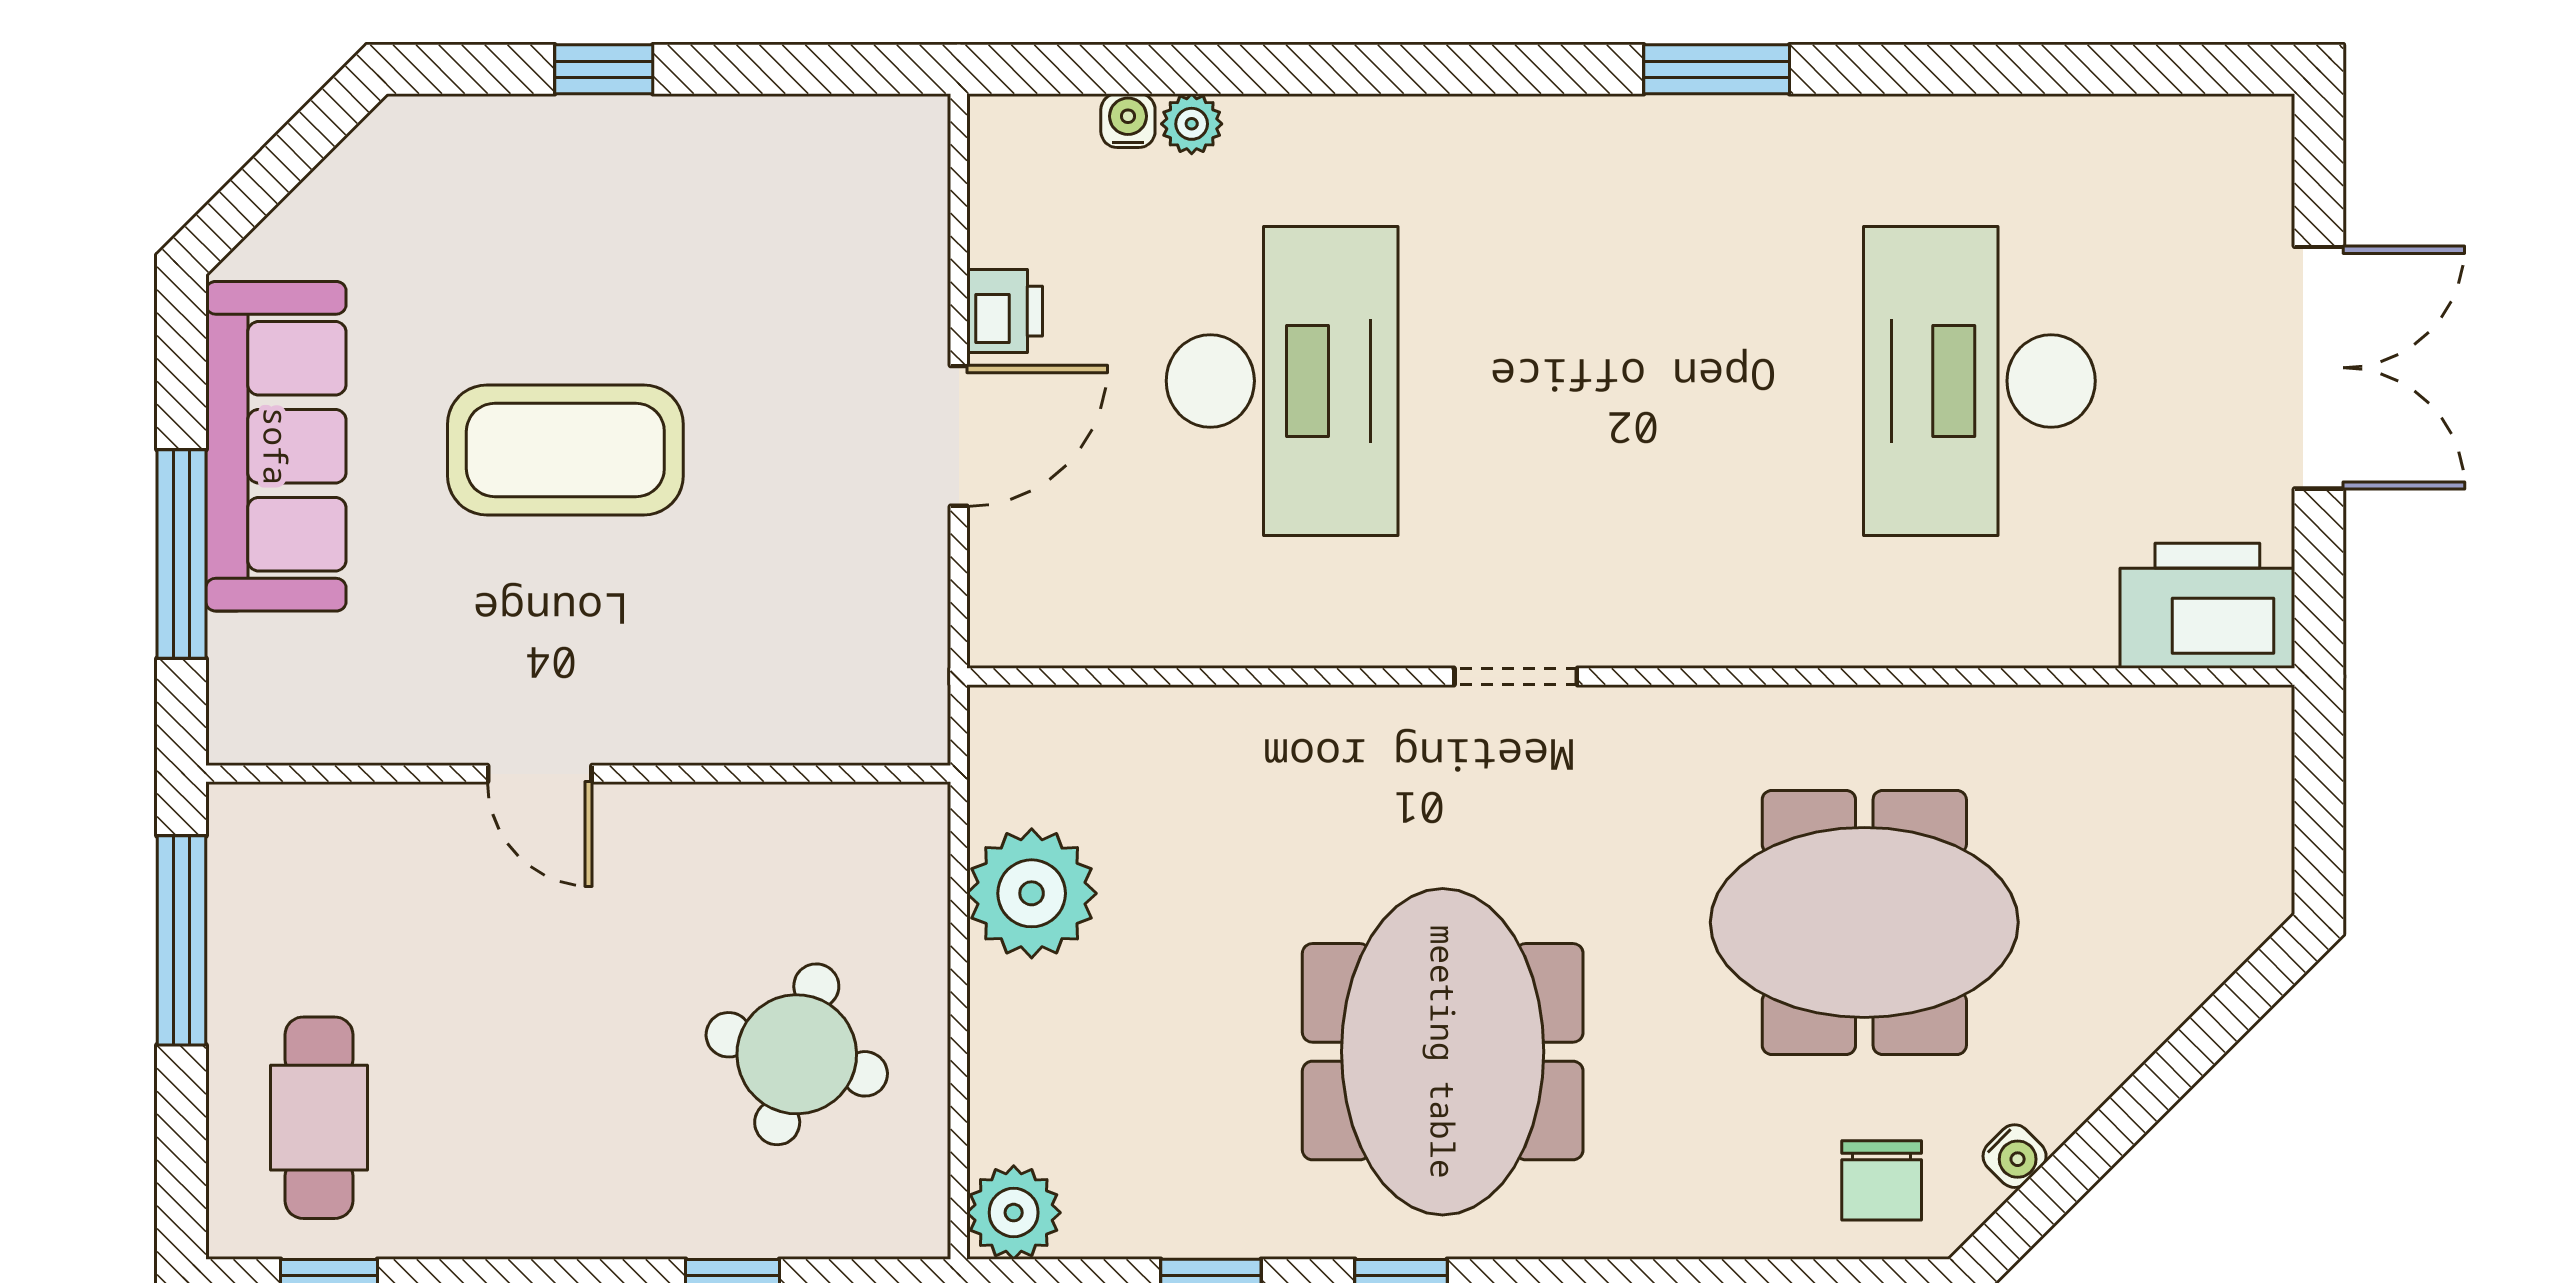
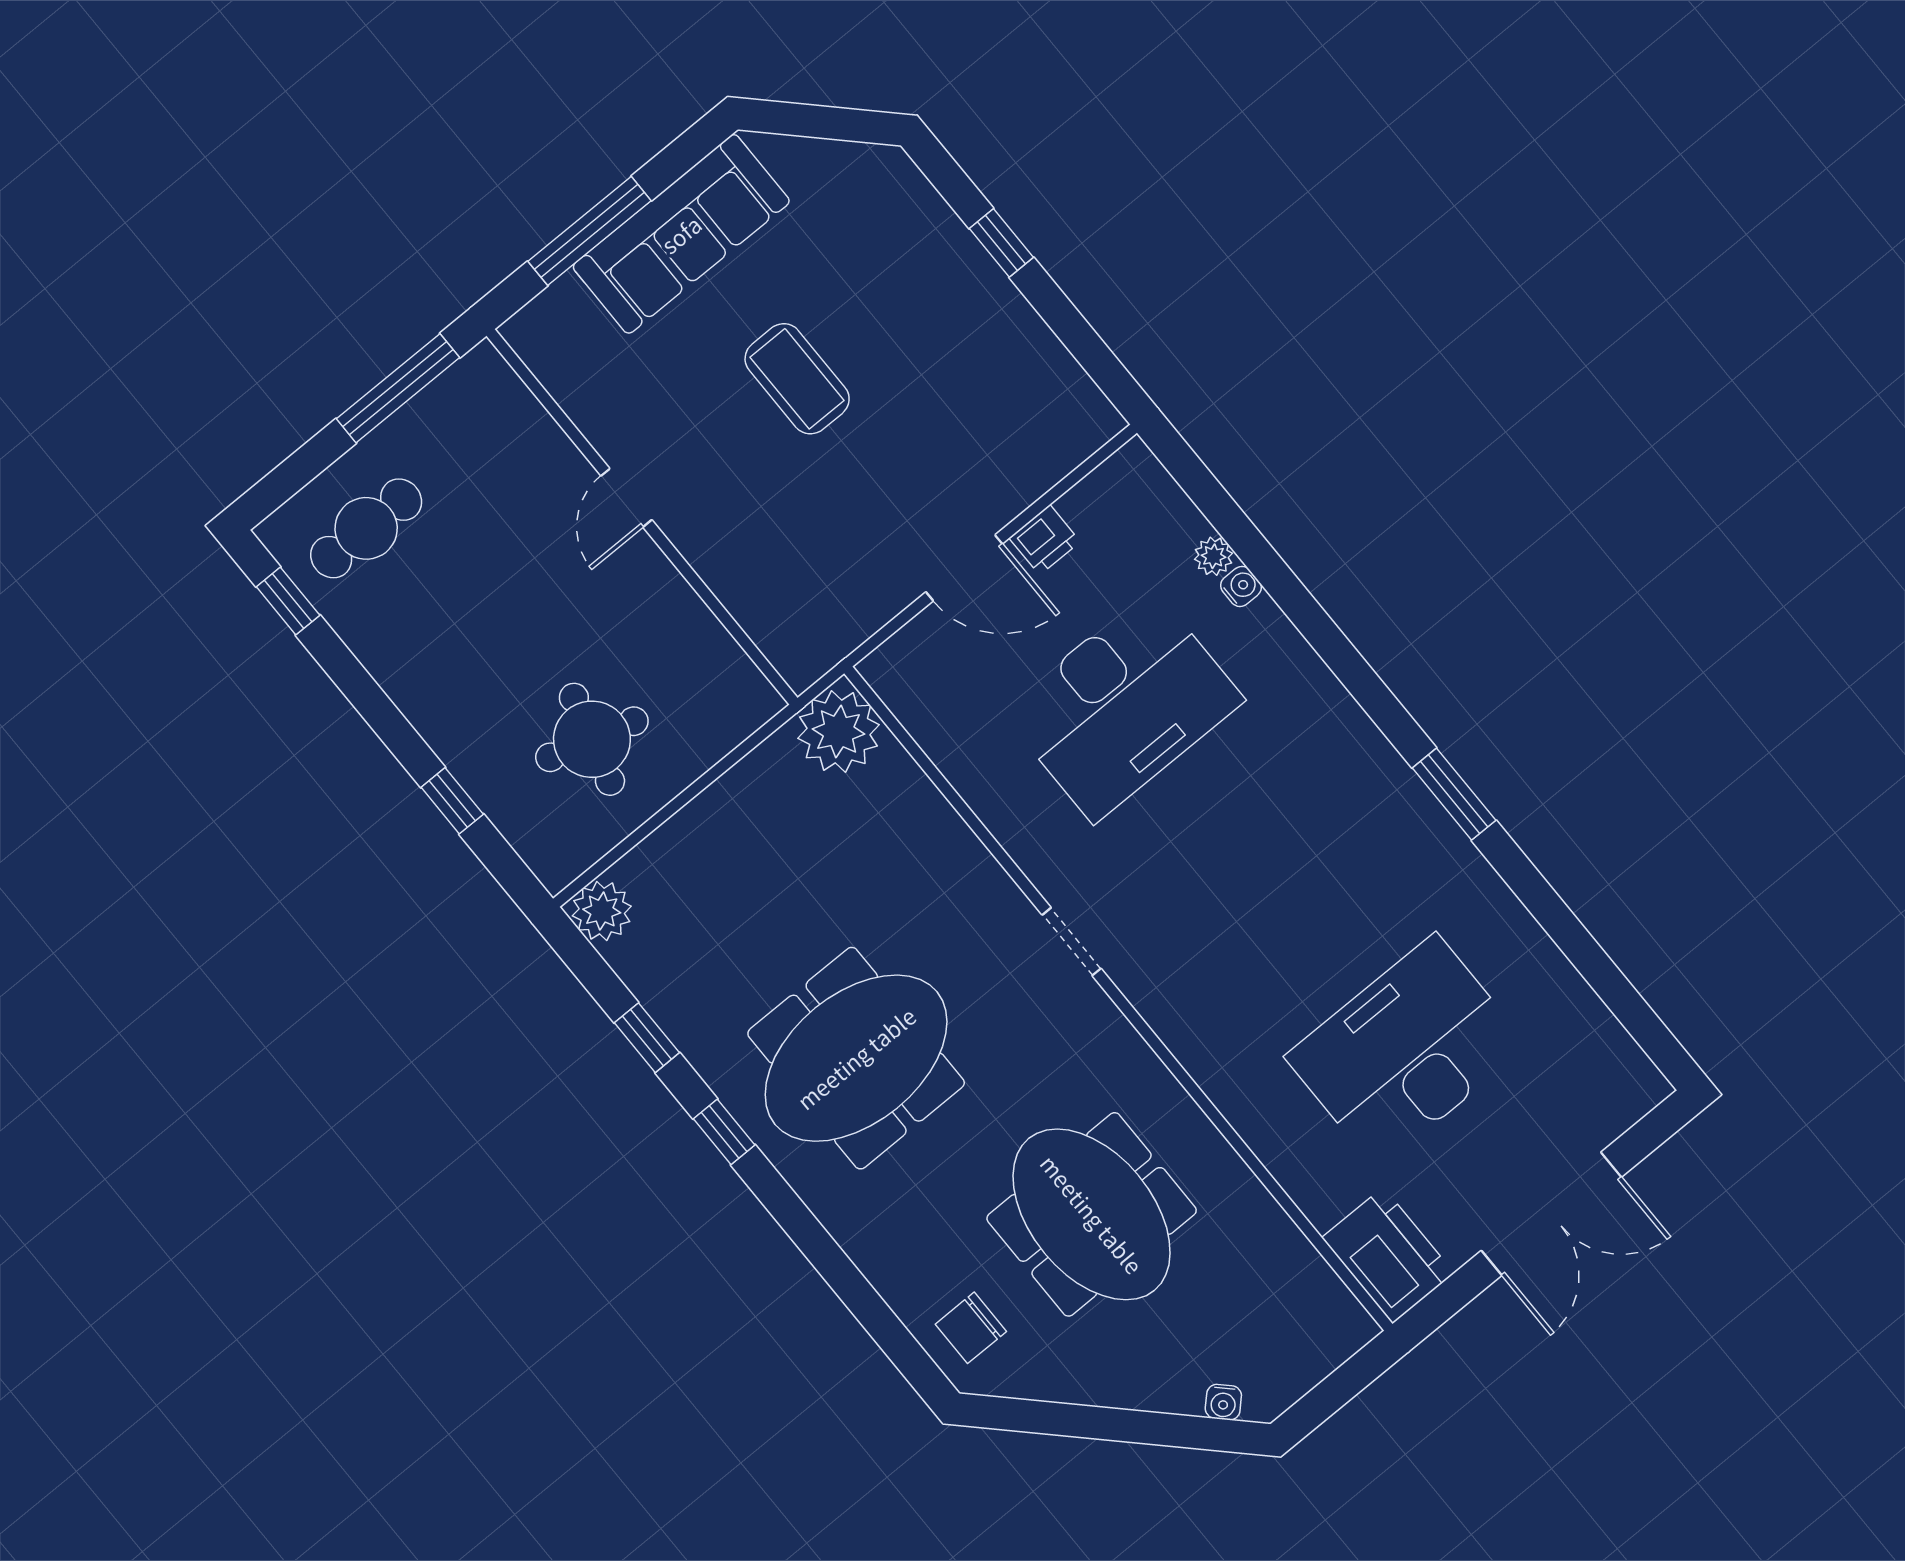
water cooler: (1128, 121) -> (1241, 586), moved
coffee table: (565, 450) -> (797, 379), width x0.73, depth x0.76
plant: (1032, 893) -> (839, 731), moved
water cooler: (2015, 1156) -> (1223, 1402), moved

